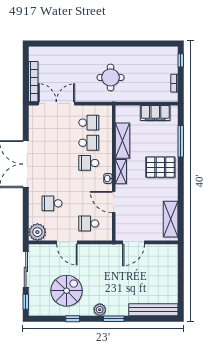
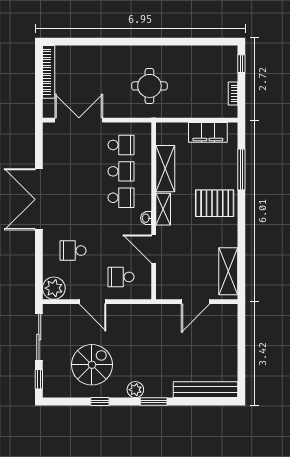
bookcase: (33, 82) -> (49, 72), moved
school desk: (89, 163) -> (121, 198), turned 180
door: (134, 242) -> (195, 302), moved

